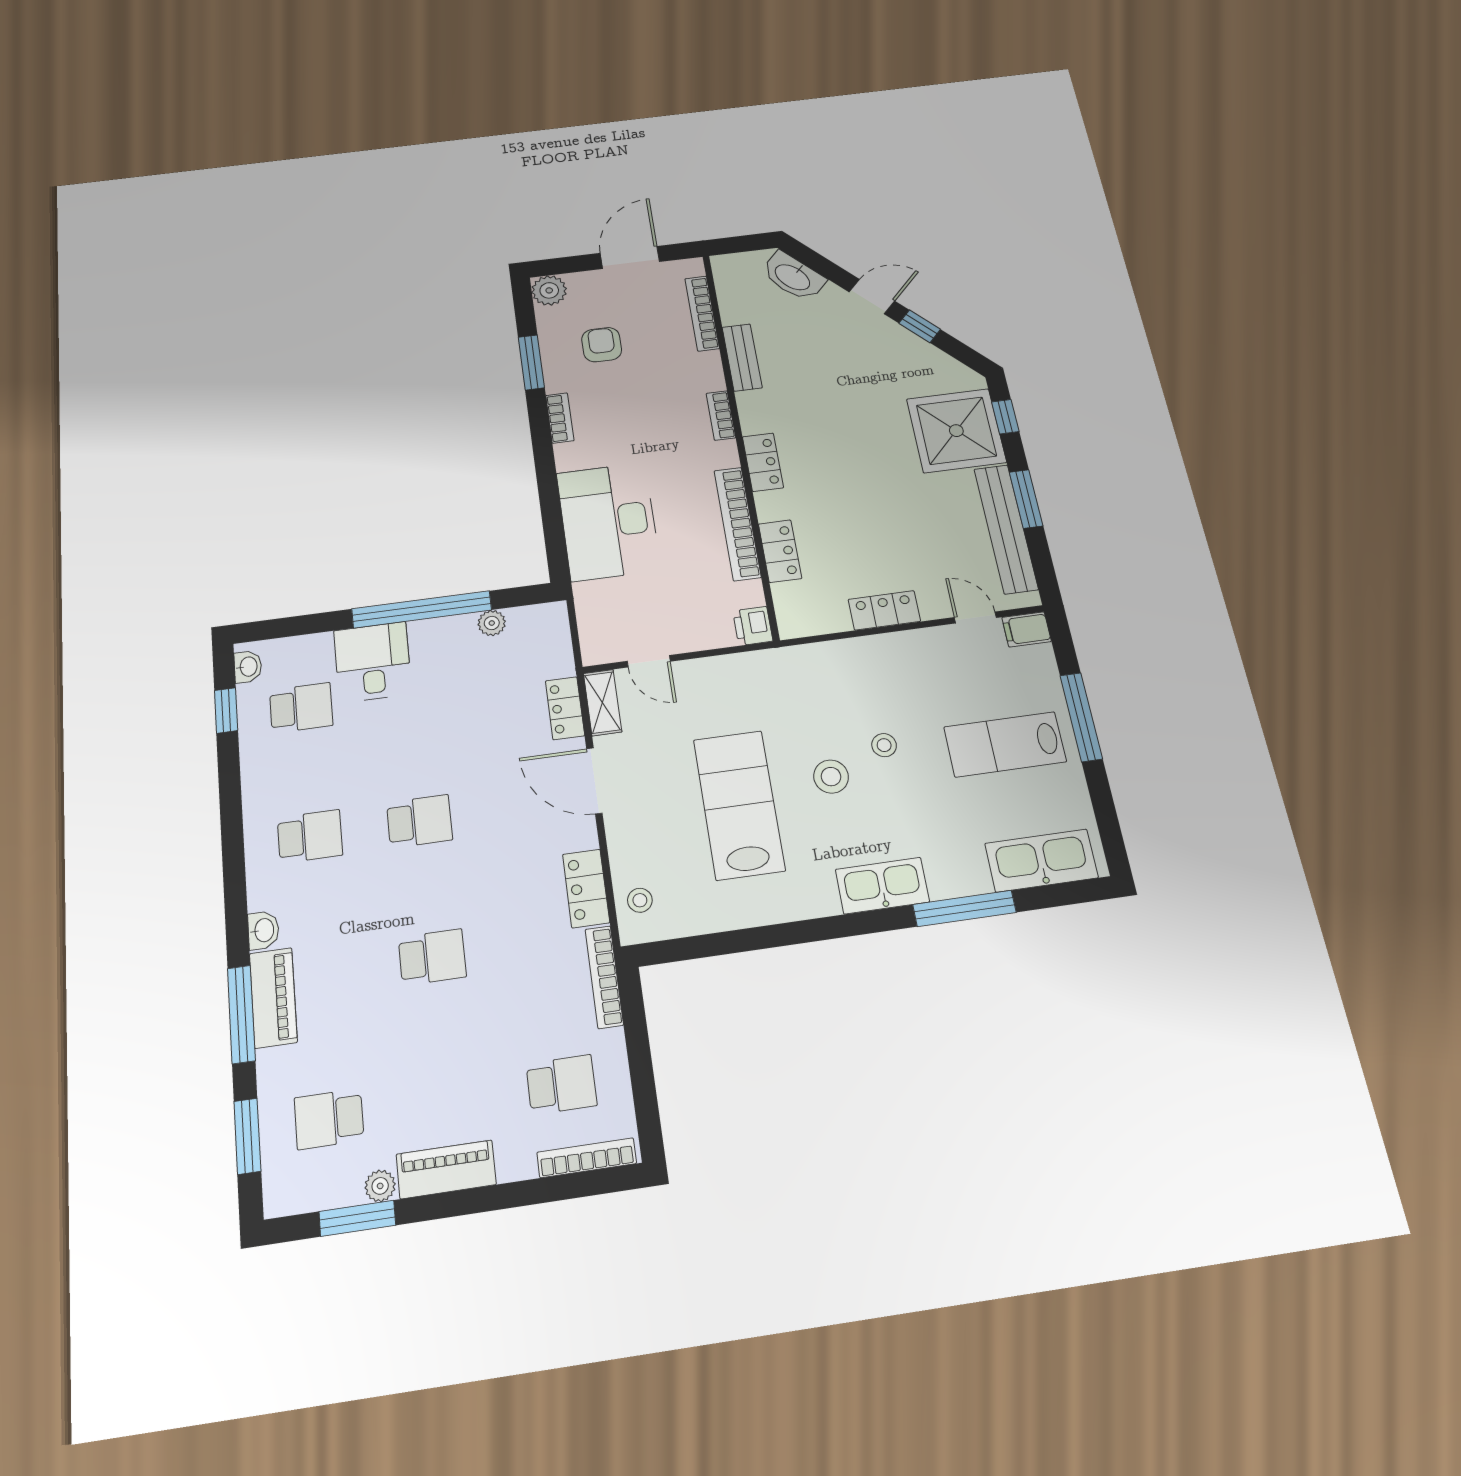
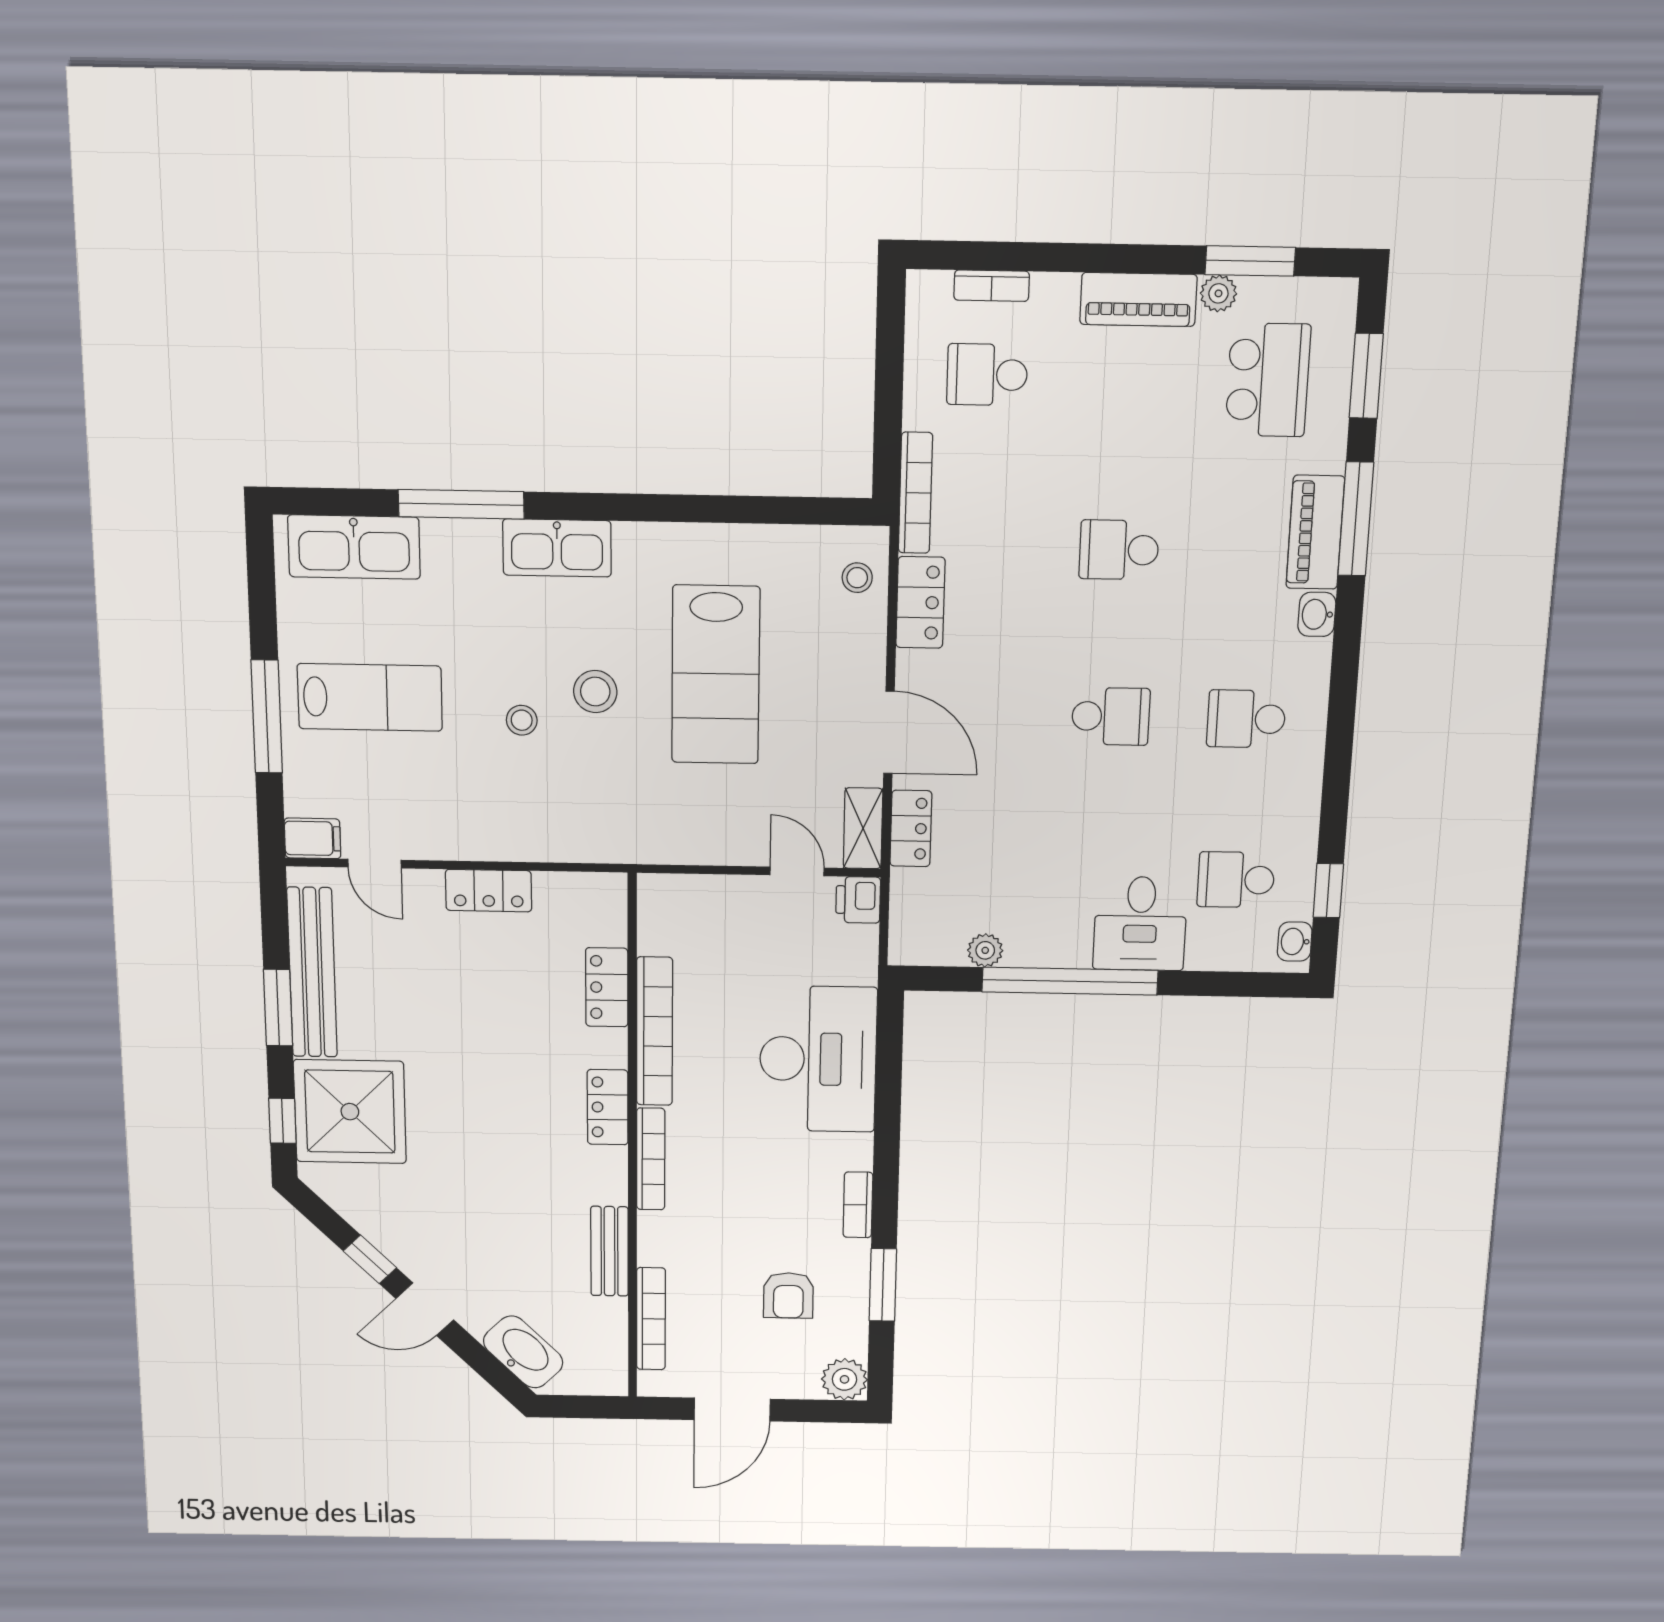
bookcase: (721, 416) -> (651, 1159), width x1.56
printer: (753, 626) -> (858, 900), moved, turned 180
school desk: (419, 821) -> (1111, 716), turned 180
school desk: (329, 1119) -> (1268, 380), width x1.85
bookcase: (587, 1158) -> (992, 286), width x0.64

